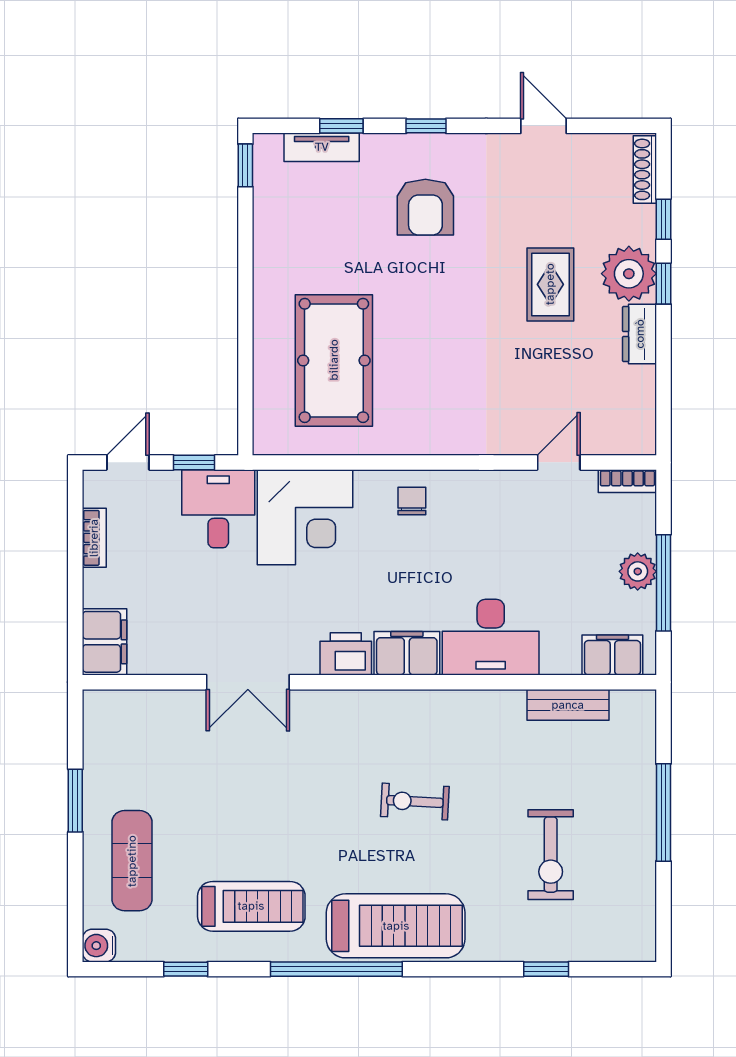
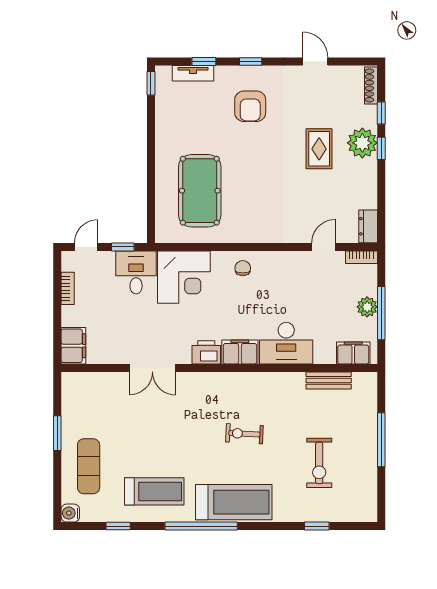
dresser: (640, 334) -> (368, 226), moved

